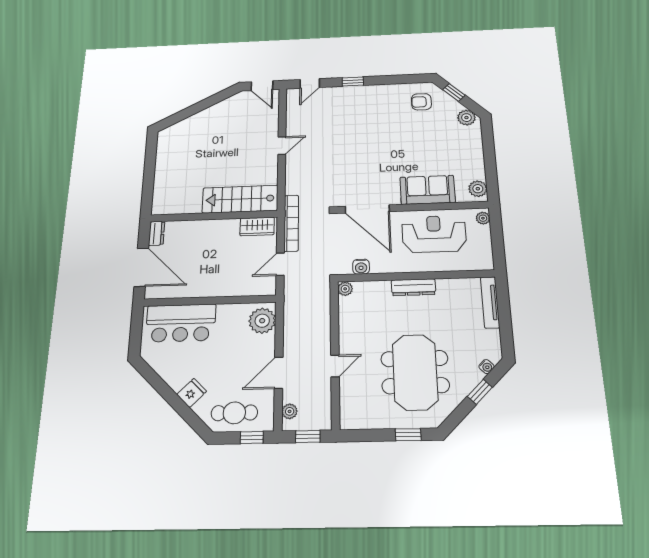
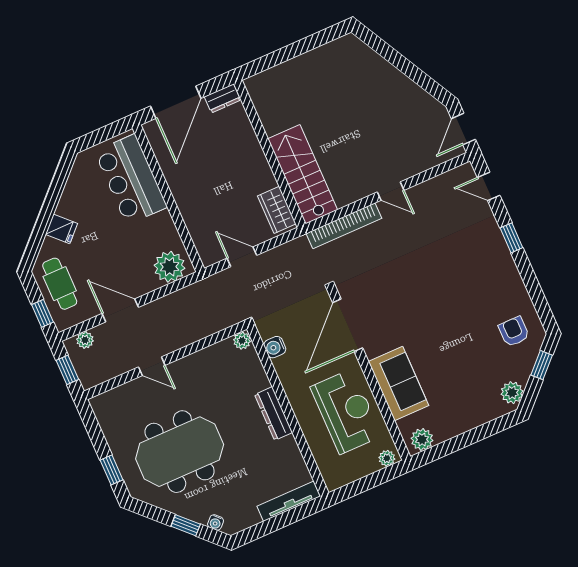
bookcase: (291, 223) -> (344, 226), moved

